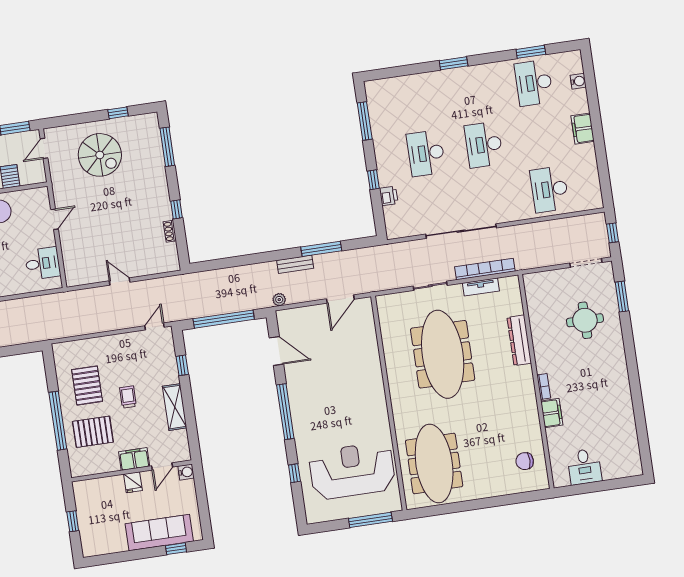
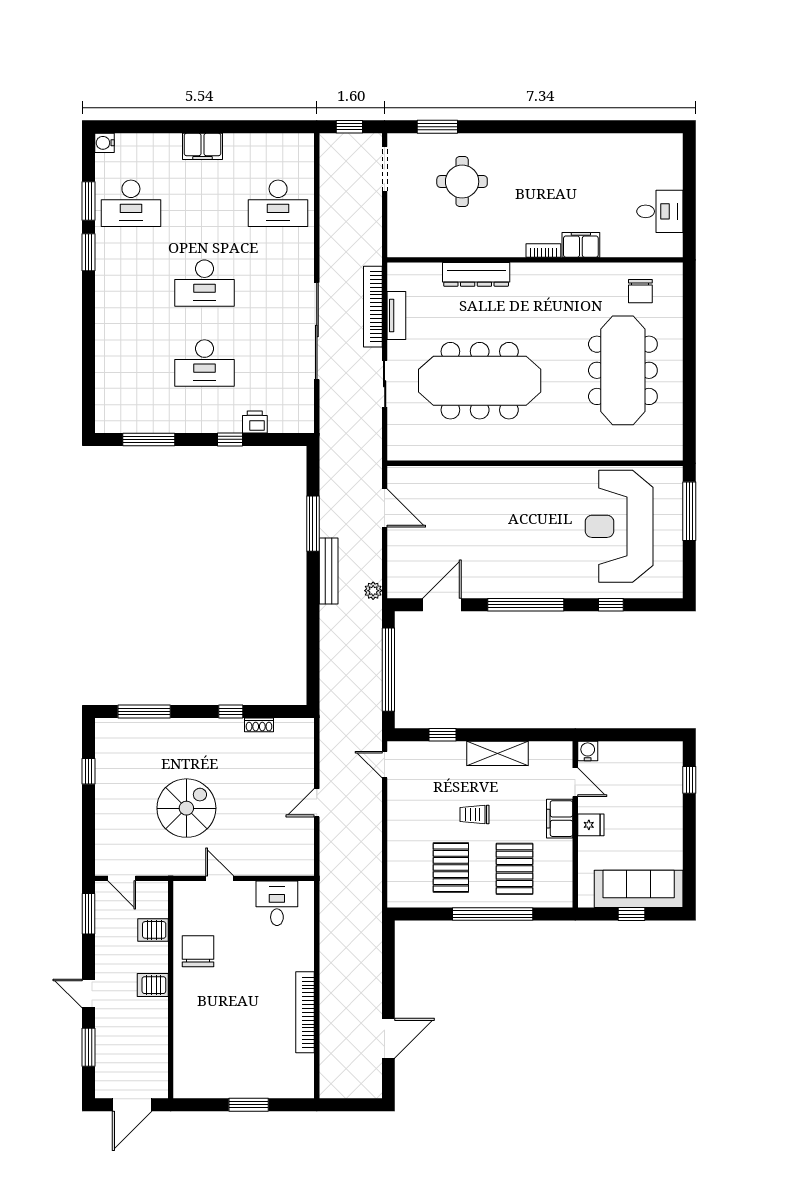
window: (454, 63) -> (88, 252), moved
water cooler: (578, 81) -> (104, 143), moved, turned -90
spiral stairs: (100, 155) -> (186, 808), moved
bench: (295, 264) -> (329, 571), width x1.36
pallet: (87, 385) -> (451, 868), turned 90
meeting table: (434, 463) -> (623, 370), moved, turned 90
sofa: (159, 533) -> (639, 889), moved, turned 90

